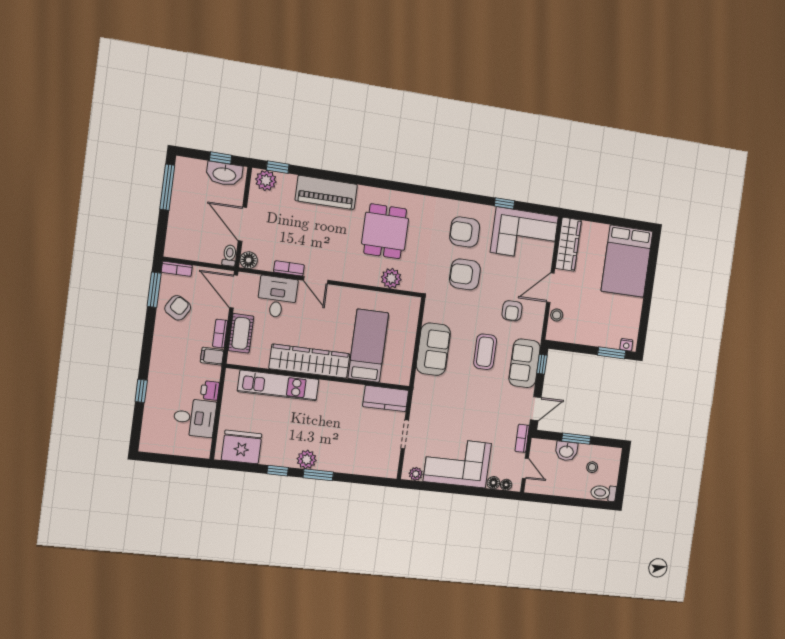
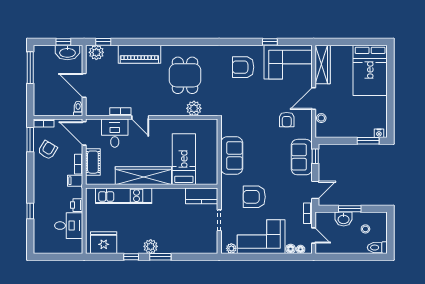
floor lamp: (249, 260) -> (92, 110), removed
armchair: (465, 274) -> (254, 197), moved
coffee table: (485, 352) -> (271, 152), removed

